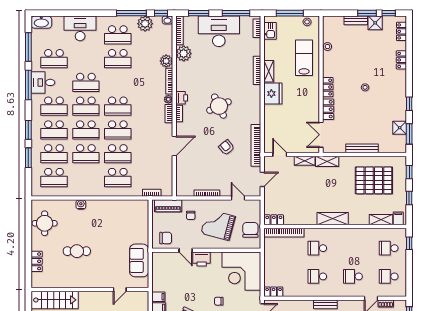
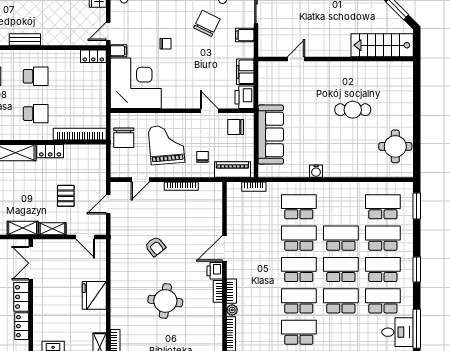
school desk: (86, 82) -> (299, 332), moved
fridge: (273, 94) -> (94, 295), moved
printer: (182, 98) -> (215, 271), moved
round table: (219, 106) -> (165, 301), turned 32
double door: (321, 135) -> (31, 263), swing flipped
bookcase: (256, 145) -> (117, 249), removed
window: (28, 158) -> (417, 206), moved
pallet: (294, 186) -> (66, 196), added
door: (238, 198) -> (140, 180), hinge flipped
water cooler: (81, 204) -> (316, 171), moved
locker: (274, 220) -> (50, 151), moved
grand piano: (218, 225) -> (166, 144), turned -110
printer: (202, 259) -> (244, 97), moved, turned -90
sofa: (139, 260) -> (271, 135), moved, width x1.36
locker: (37, 261) -> (406, 96), removed
filing cabinet: (254, 296) -> (119, 51), added
filing cabinet: (158, 297) -> (245, 72), moved, width x2.00

